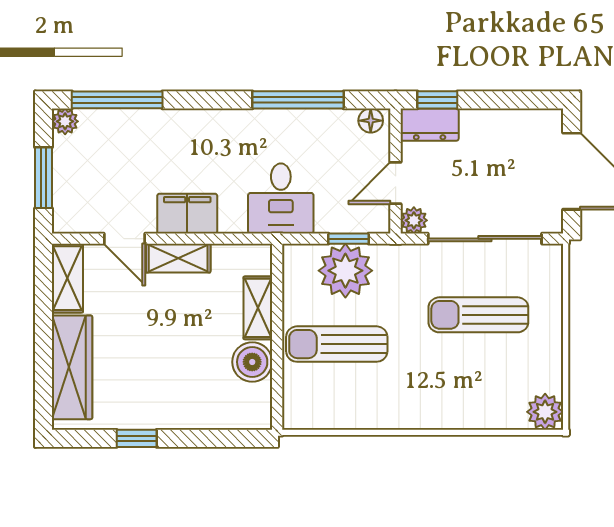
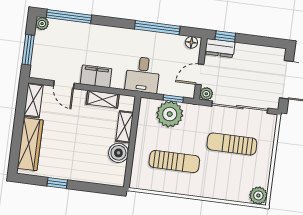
shelving: (178, 258) -> (103, 99), moved
sun lounger: (337, 344) -> (174, 162), moved, turned 180

